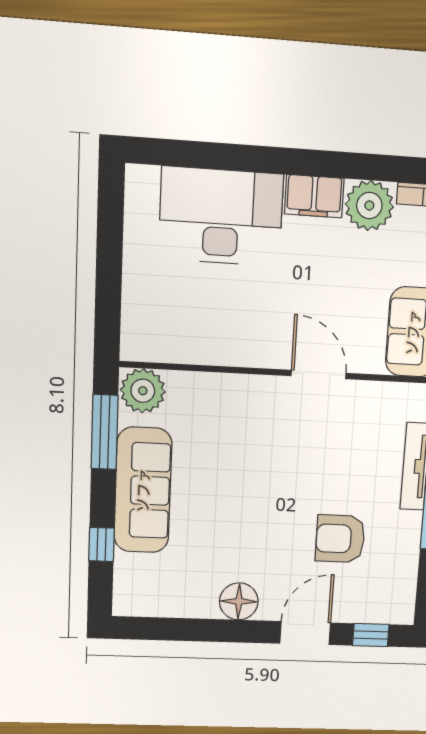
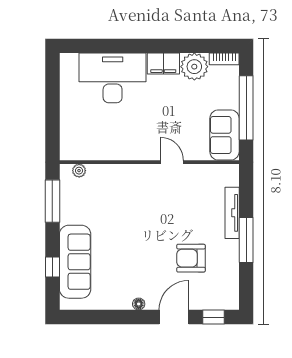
door: (319, 374) -> (172, 162), width x0.73
plant: (143, 391) -> (79, 171), width x0.53, depth x0.53
sofa: (143, 490) -> (75, 262), moved
floor lamp: (239, 601) -> (139, 304), width x0.53, depth x0.53

